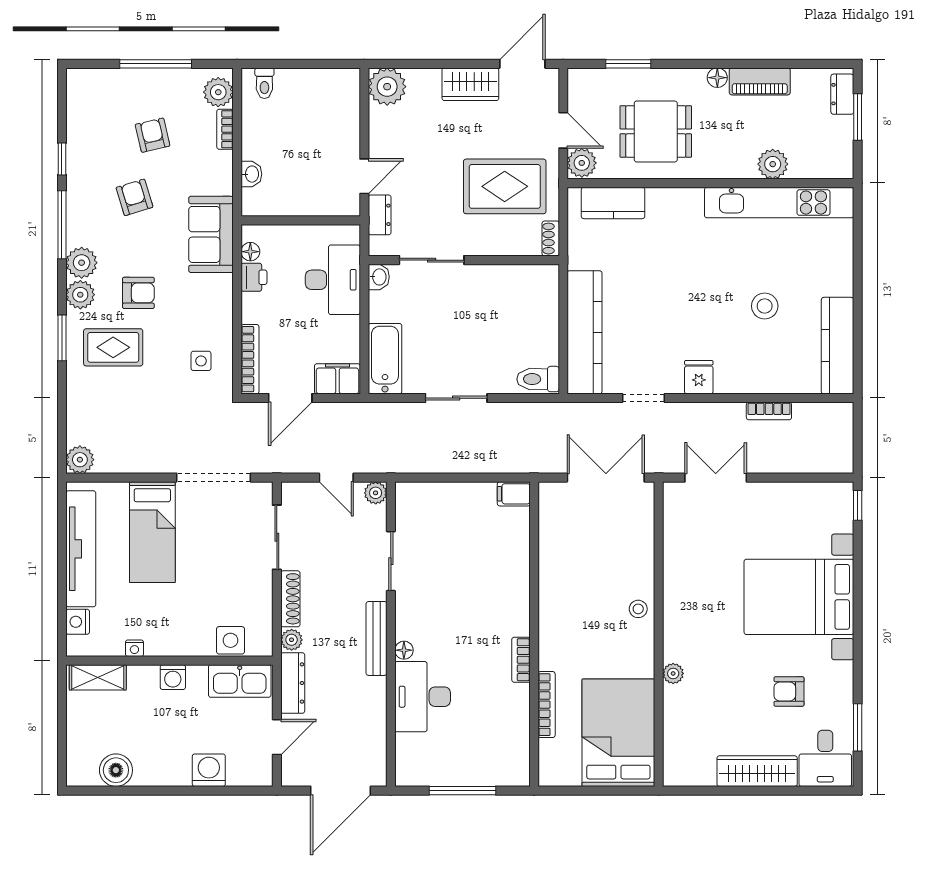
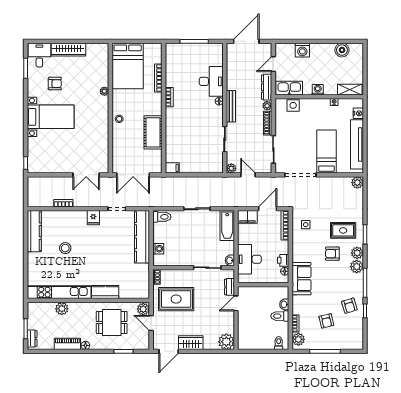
toilet: (262, 146) -> (280, 316), added
armchair: (134, 197) -> (349, 306), moved
kitchen counter: (613, 203) -> (105, 292), moved
washing machine: (547, 304) -> (158, 249), added
cot: (559, 577) -> (153, 132), added
bed with nightstands: (799, 597) -> (51, 117), width x0.73

